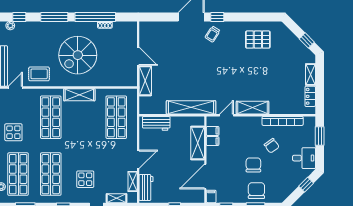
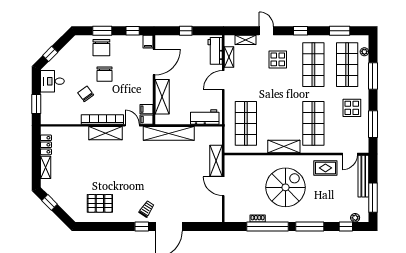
door: (227, 115) -> (132, 125), swing flipped
bookcase: (283, 121) -> (102, 119), moved
filing cabinet: (213, 141) -> (147, 120), moved

